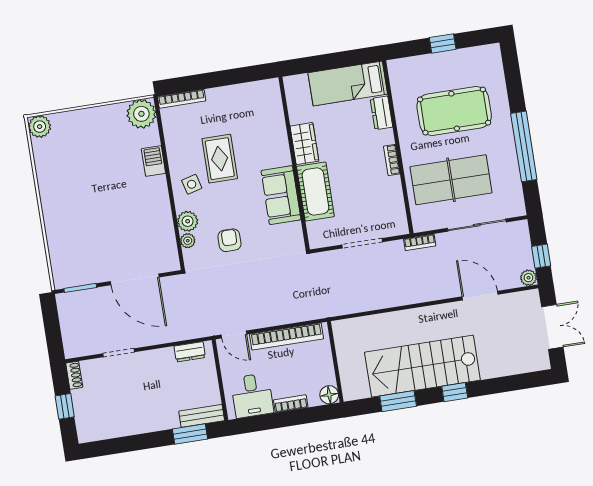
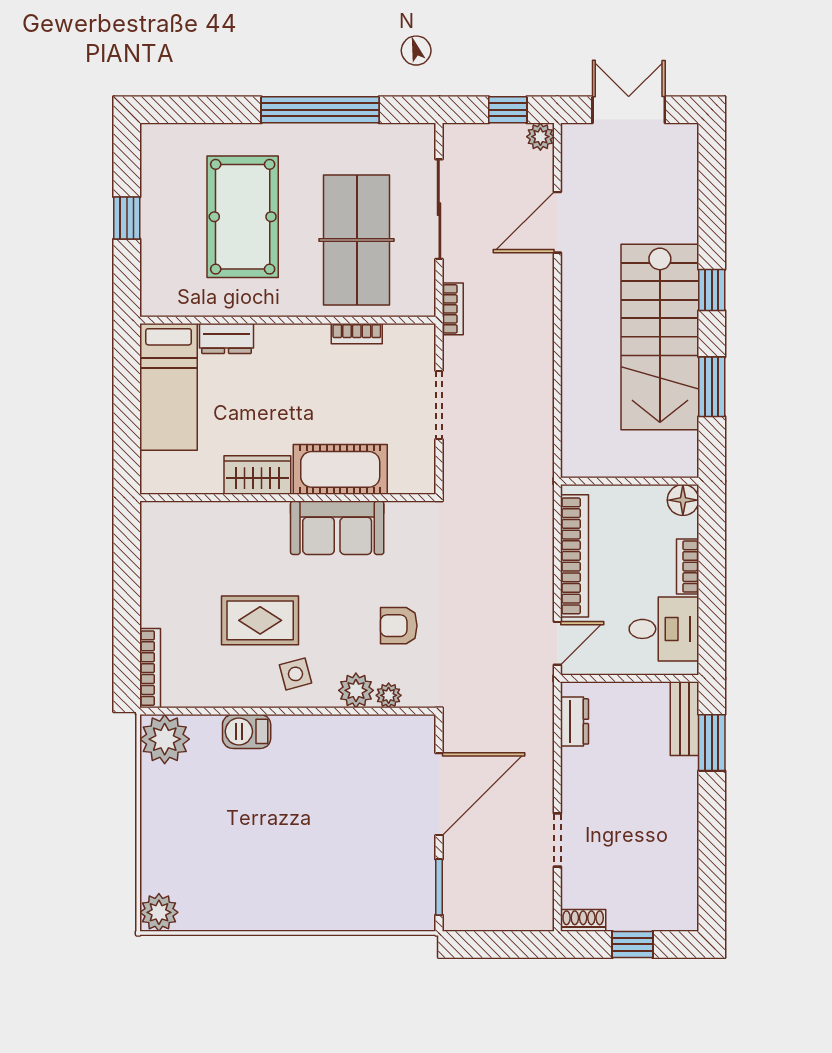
bookcase: (392, 160) -> (357, 334), moved

